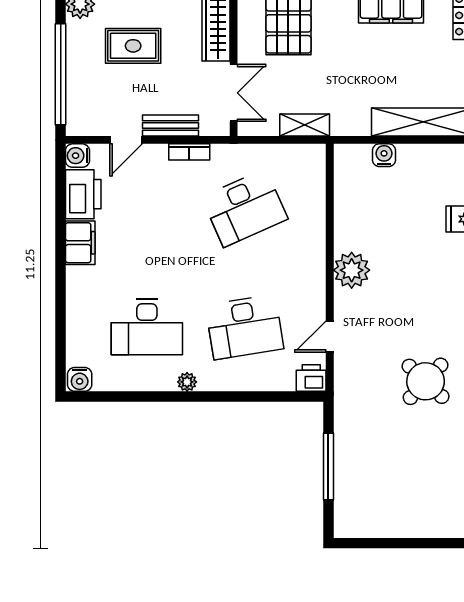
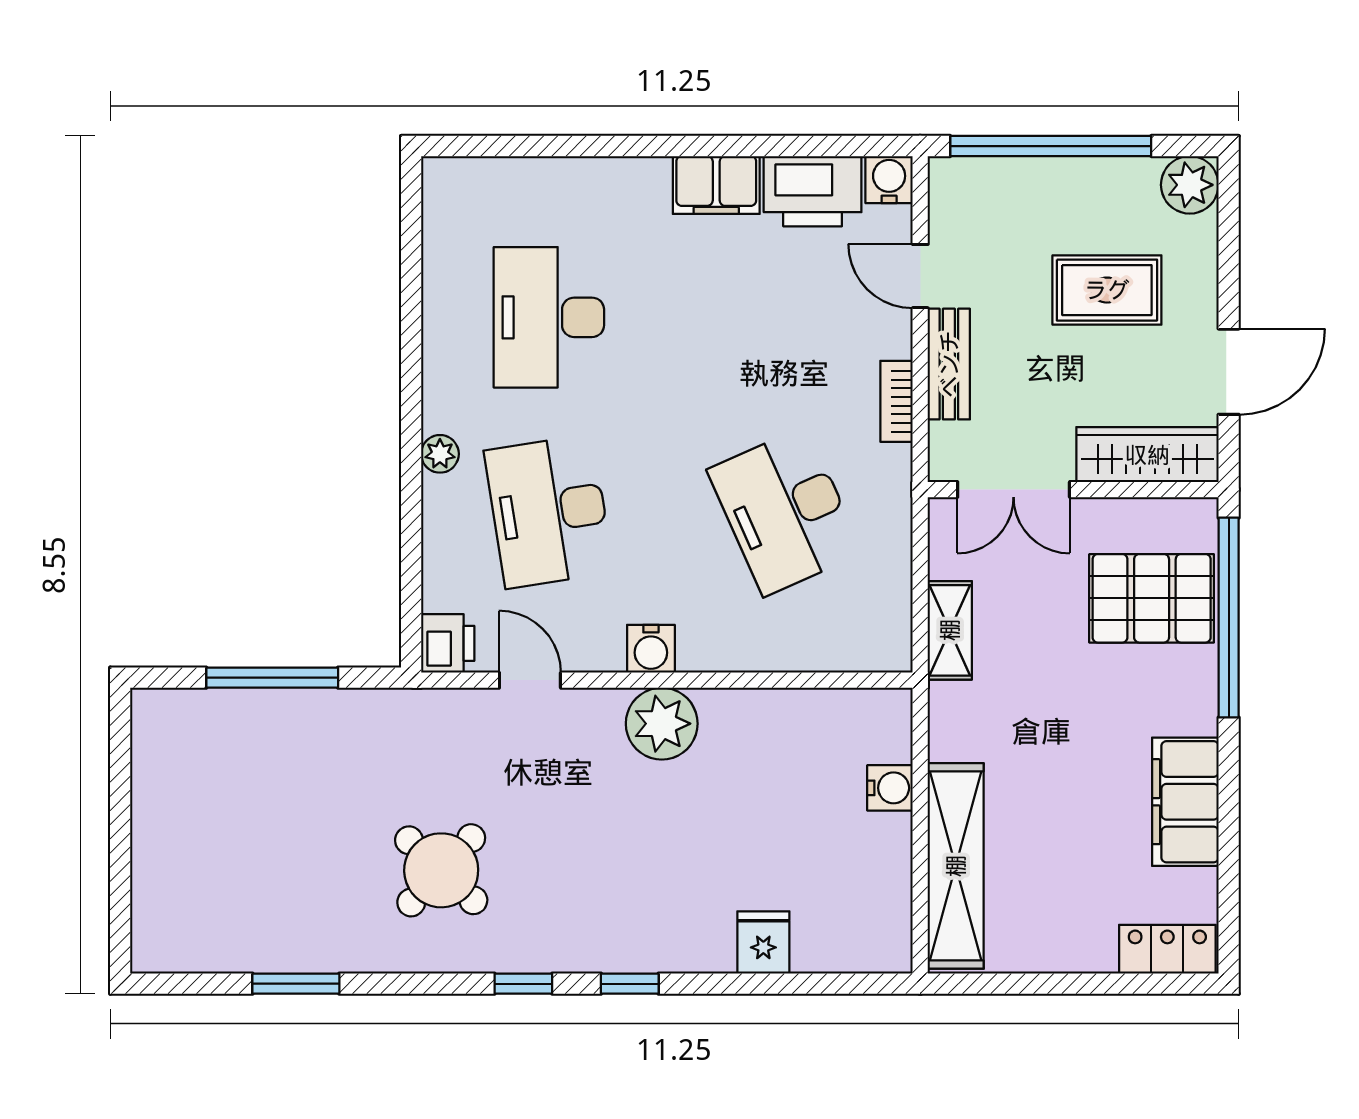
rug: (133, 46) -> (1107, 290), turned 90
water cooler: (80, 379) -> (651, 649), moved, turned -90
plant: (187, 382) -> (440, 454), moved

